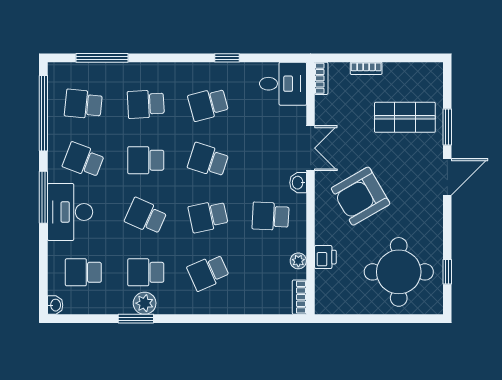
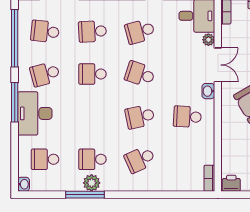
school desk: (83, 160) -> (45, 74), turned -36
school desk: (146, 216) -> (92, 117), removed
printer: (325, 257) -> (231, 183), moved, turned -90
plant: (298, 261) -> (208, 40), moved
window: (136, 319) -> (85, 195), width x1.44

